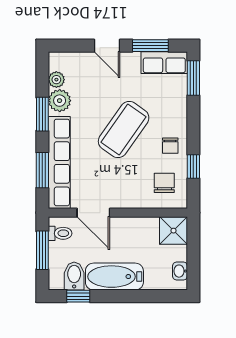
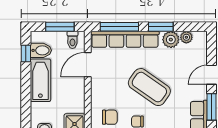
window: (42, 170) -> (119, 27), width x1.44

